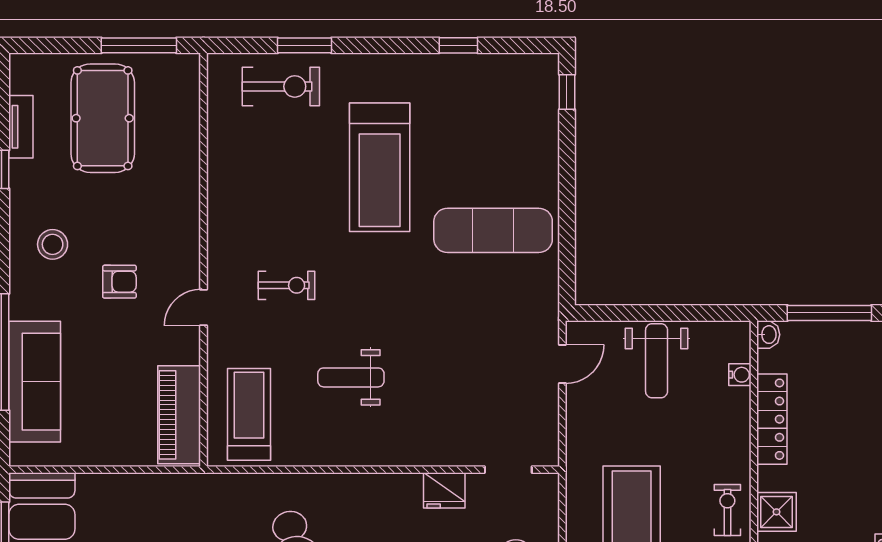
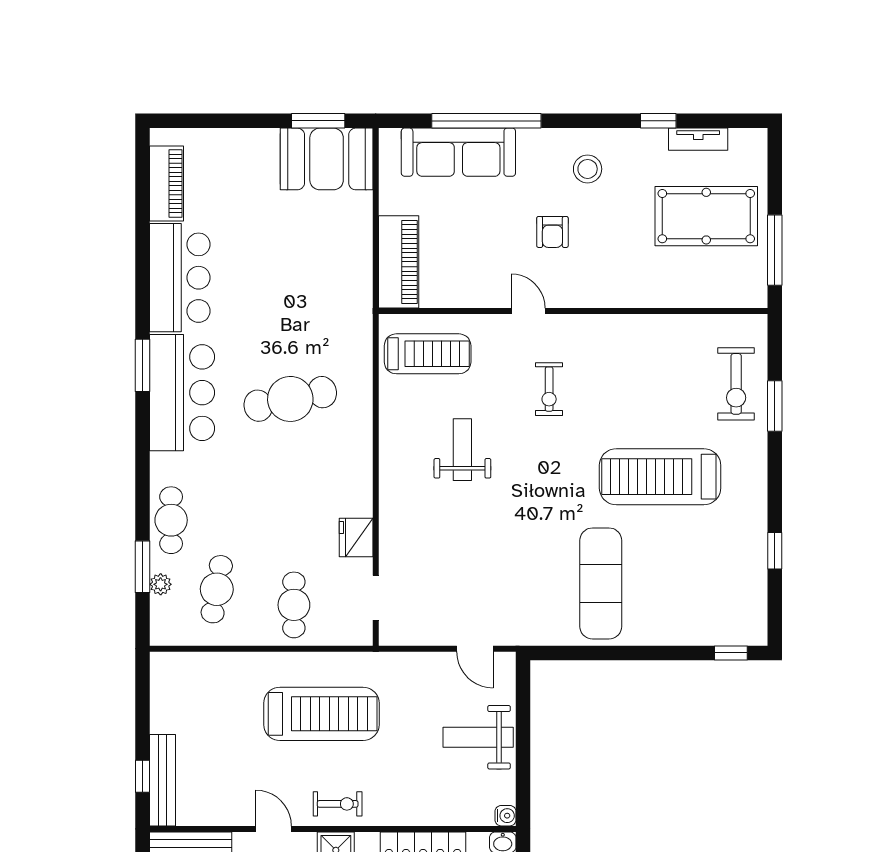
water cooler: (740, 375) -> (506, 816), moved, turned -90
piano: (179, 415) -> (399, 262), moved, turned 90

